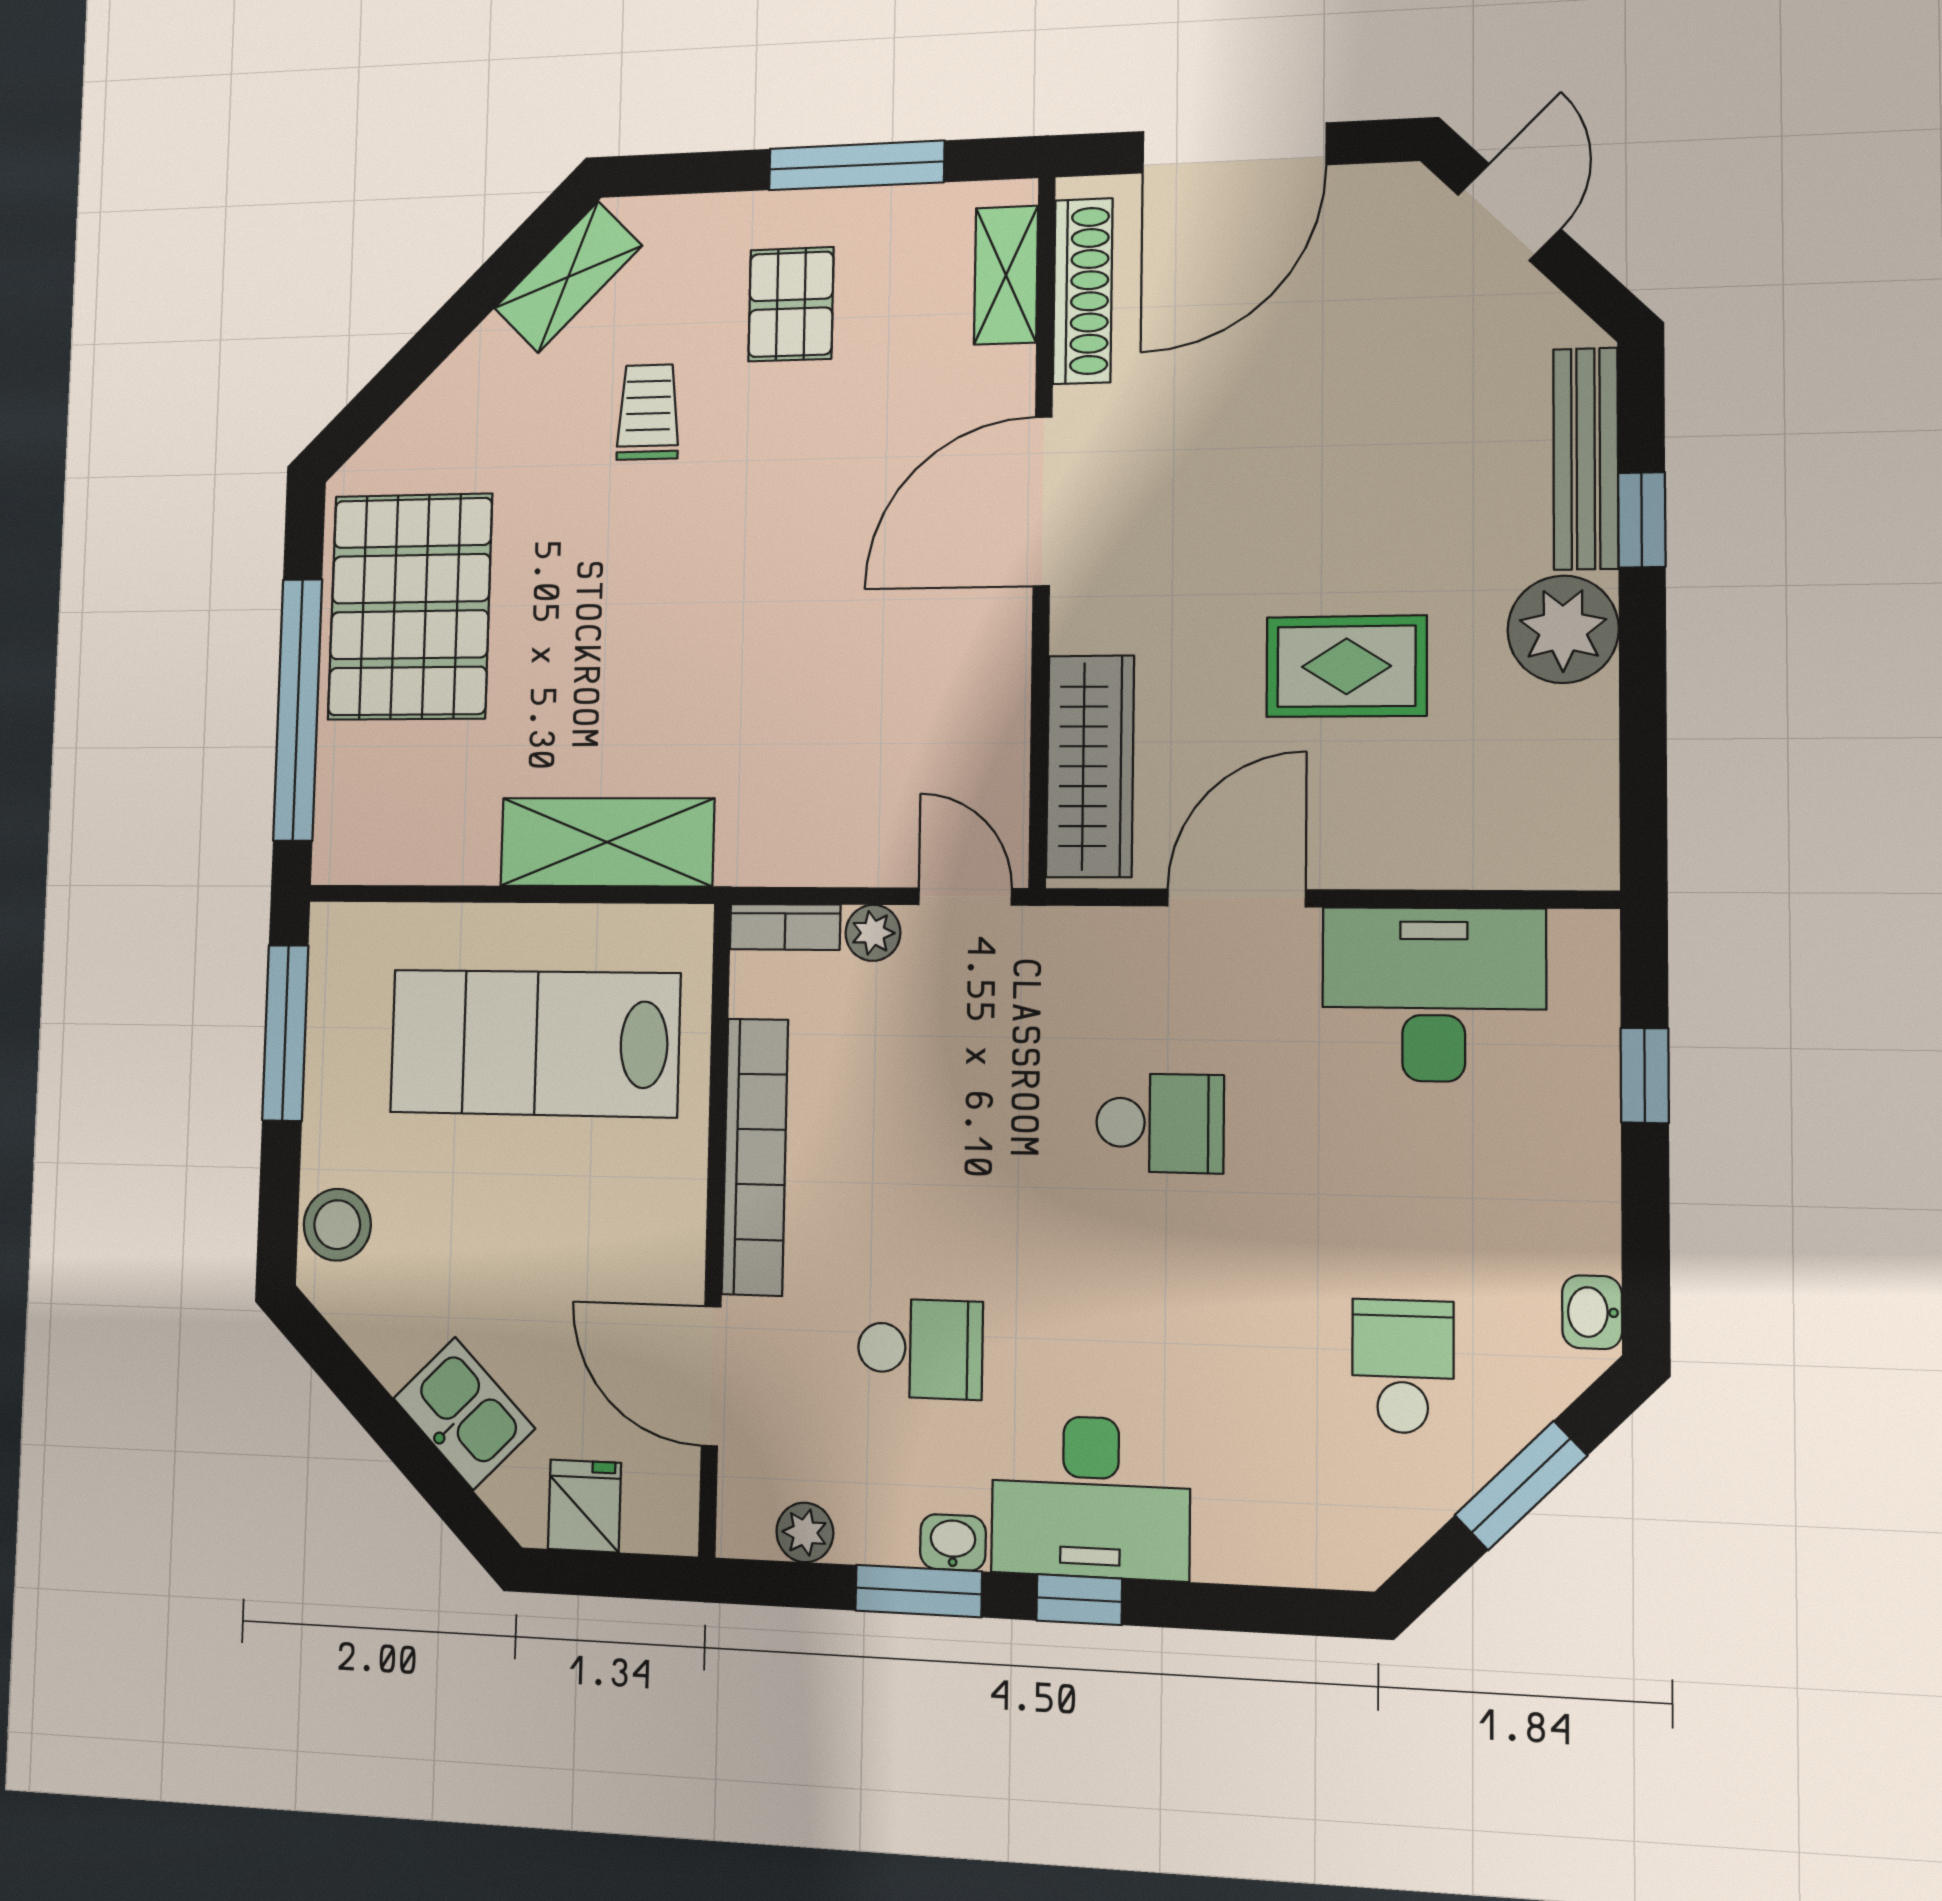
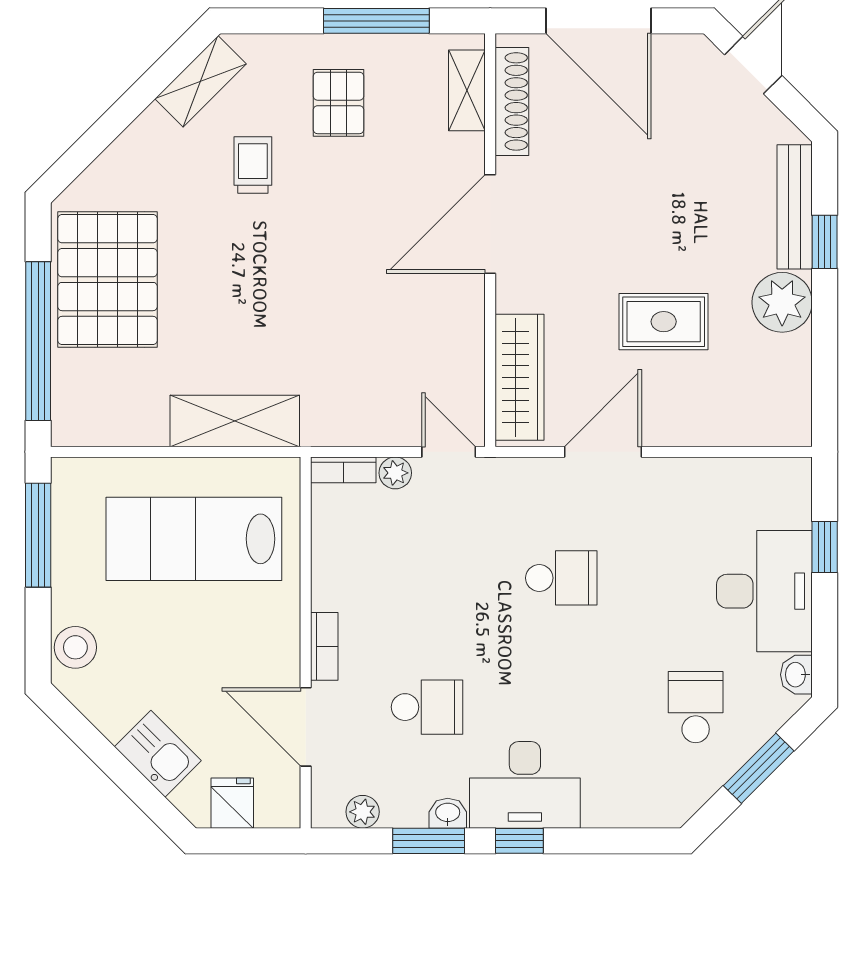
door: (1234, 148) -> (598, 21), hinge flipped
desk: (1434, 994) -> (764, 591), moved, turned 90
bookcase: (755, 1157) -> (324, 646), width x0.43, depth x0.76

